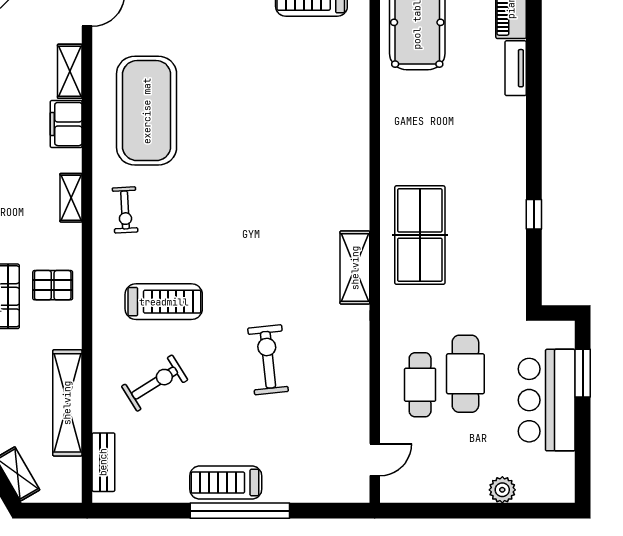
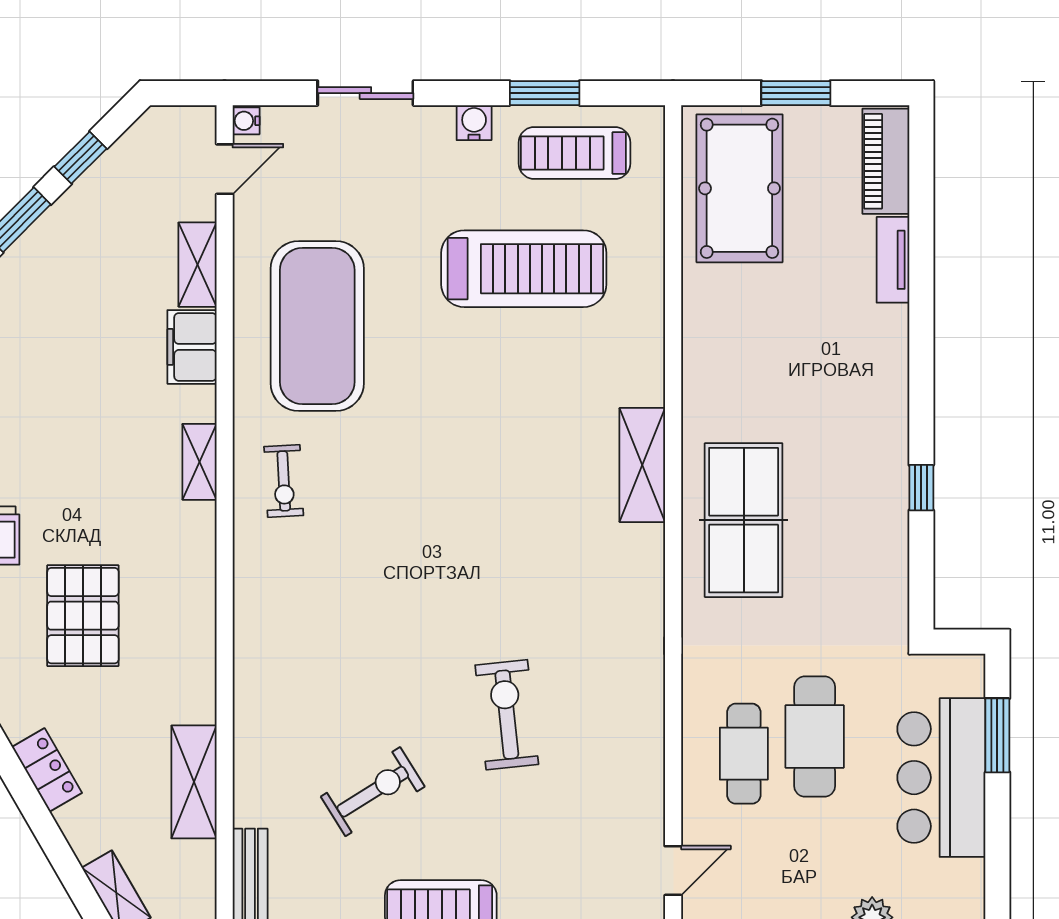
shelving: (355, 268) -> (642, 465), moved
pallet: (53, 285) -> (171, 598), removed
treadmill: (164, 302) -> (524, 269), moved, width x1.37, depth x1.38
exercise bike: (155, 383) -> (373, 792), moved
shelving: (67, 403) -> (194, 782), width x0.68

